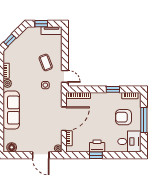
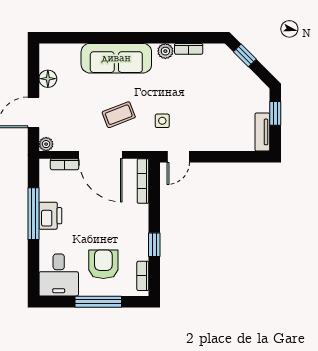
coffee table: (46, 63) -> (119, 115), moved
floor lamp: (12, 147) -> (48, 79), moved
window: (96, 155) -> (33, 214), width x2.17

